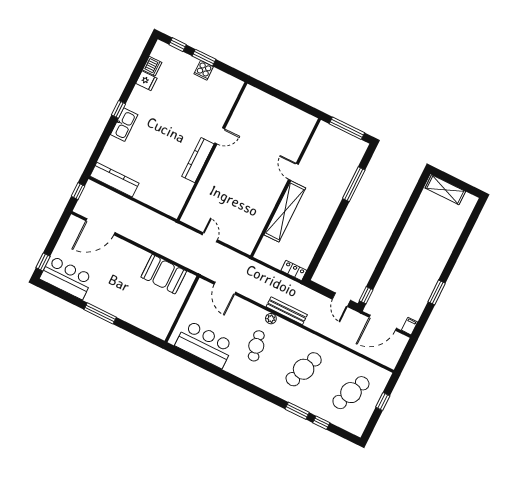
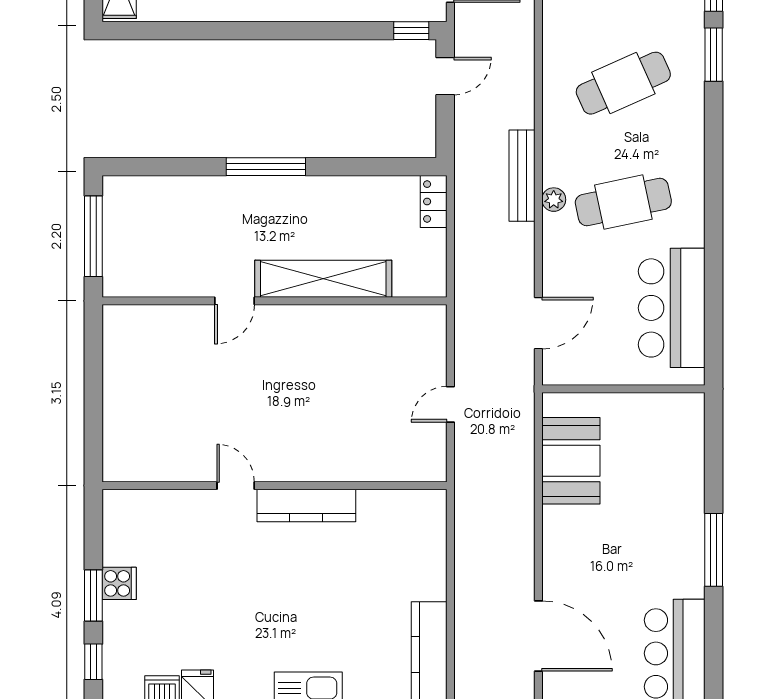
window: (354, 184) -> (266, 167), moved
cafe table: (256, 346) -> (623, 202), width x1.37, depth x1.35
cafe table: (304, 369) -> (623, 83), turned -45

